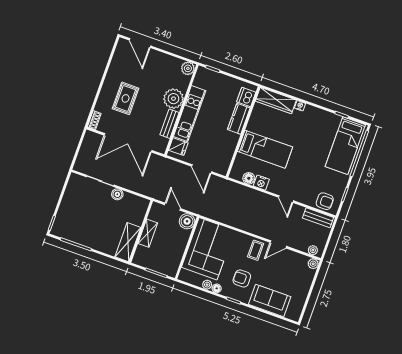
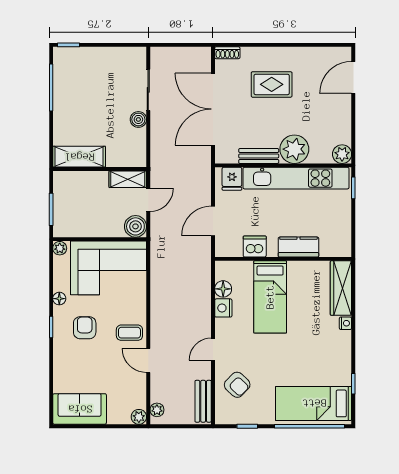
dishwasher: (246, 97) -> (255, 246), moved
kitchen unit: (190, 114) -> (296, 178), width x1.36
armchair: (325, 201) -> (237, 385), moved, turned -46
shelving: (148, 233) -> (128, 179), moved
plant: (207, 285) -> (60, 248), moved
sofa: (270, 301) -> (80, 409), moved, turned -90

